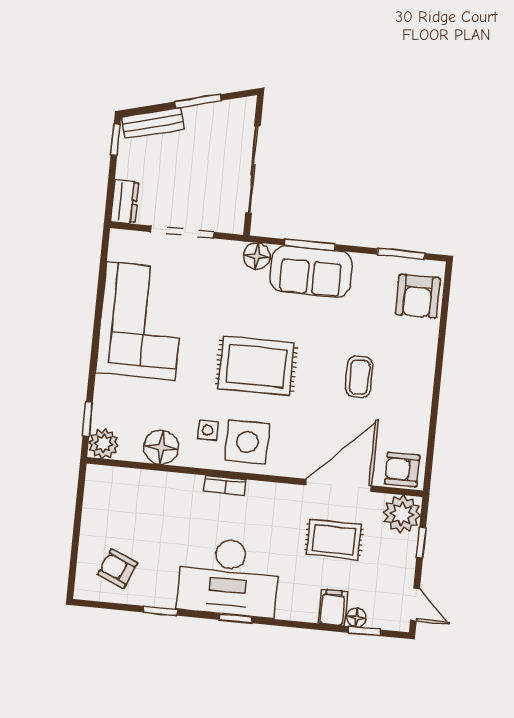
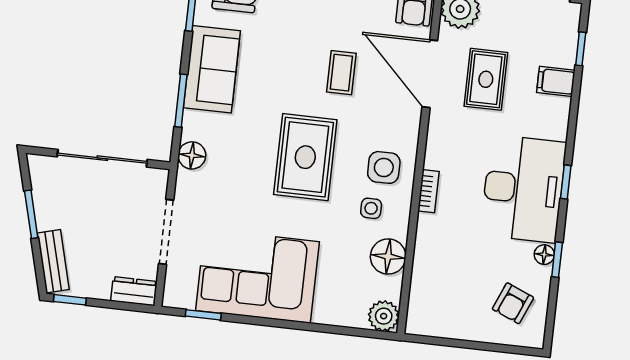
sofa: (311, 271) -> (212, 69), moved
coffee table: (359, 377) -> (341, 73), moved, turned 90
window: (88, 419) -> (203, 315), moved
side table: (247, 442) -> (384, 167), width x0.73, depth x0.73
floor lamp: (357, 618) -> (544, 255), moved

